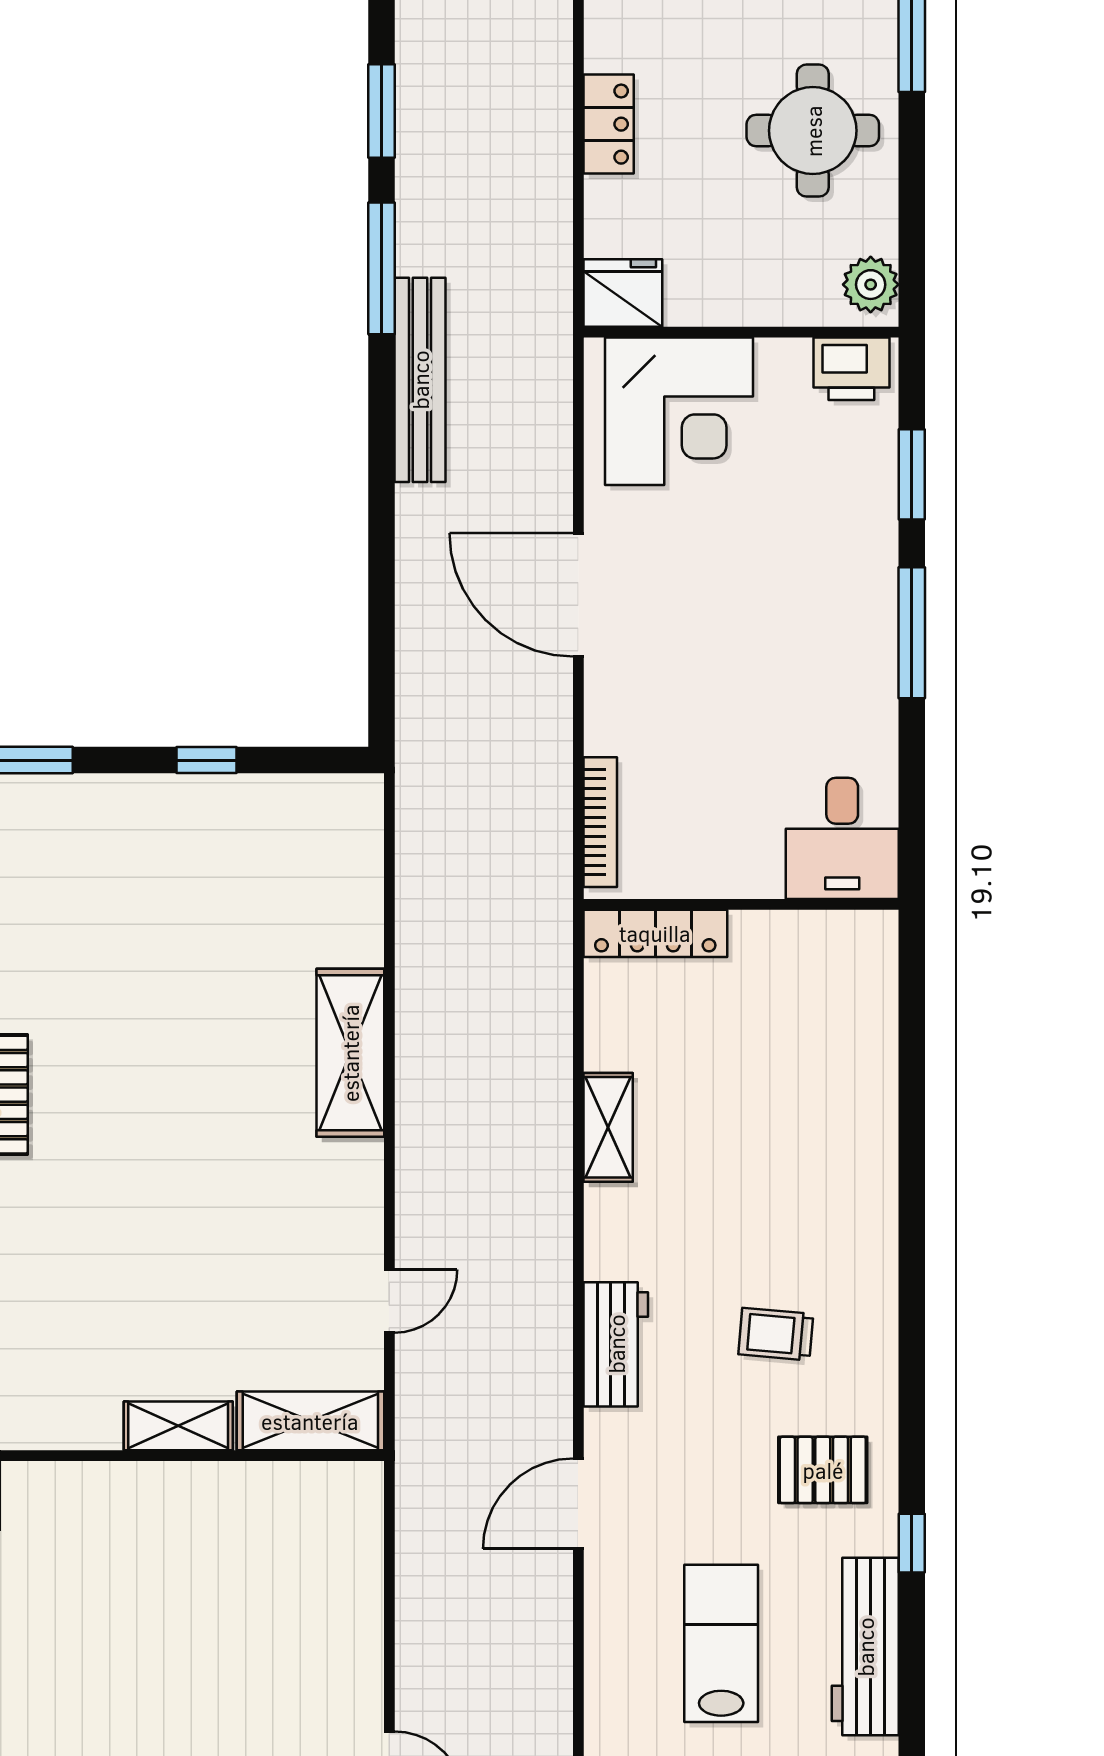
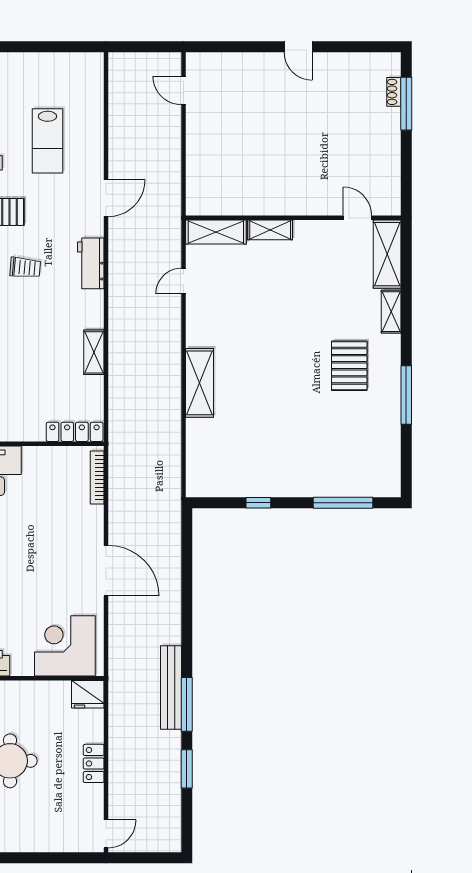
bench: (420, 380) -> (171, 688), moved

